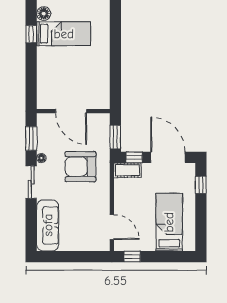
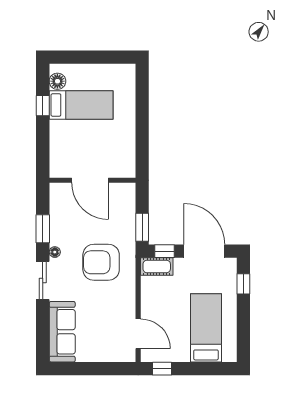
door: (71, 111) -> (90, 180), moved
wall: (73, 111) -> (92, 180), moved

